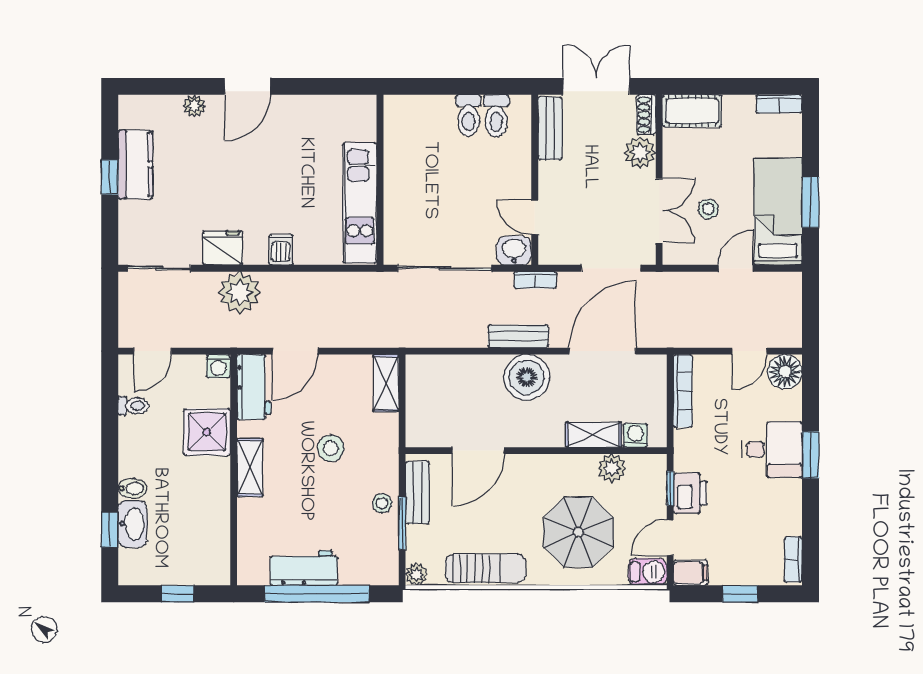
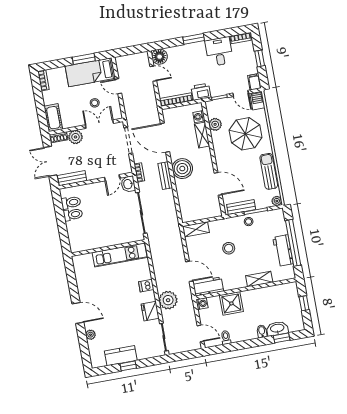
desk: (772, 449) -> (219, 52), moved
shelving: (250, 468) -> (259, 279), moved
printer: (690, 493) -> (201, 92), moved

